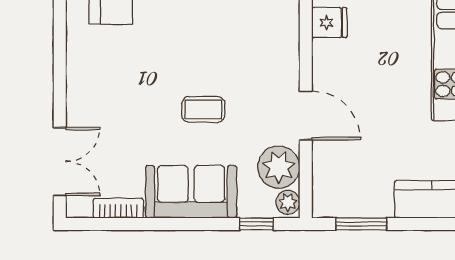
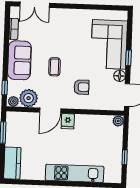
fridge: (329, 23) -> (68, 121), moved
armchair: (248, 44) -> (82, 87), added

